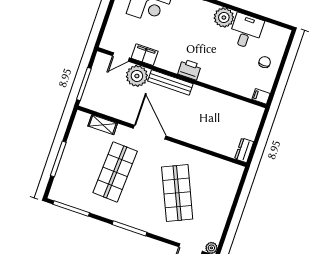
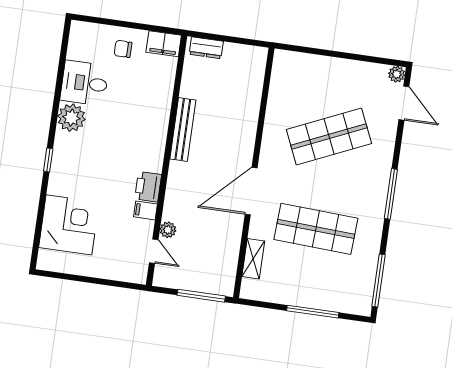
filing cabinet: (145, 55) -> (145, 210), width x0.50
printer: (190, 69) -> (148, 187), moved
plant: (137, 76) -> (168, 230), width x0.53, depth x0.53
bench: (170, 82) -> (183, 130), moved
filing cabinet: (261, 96) -> (164, 44), width x2.00
dresser: (244, 150) -> (206, 48), moved

